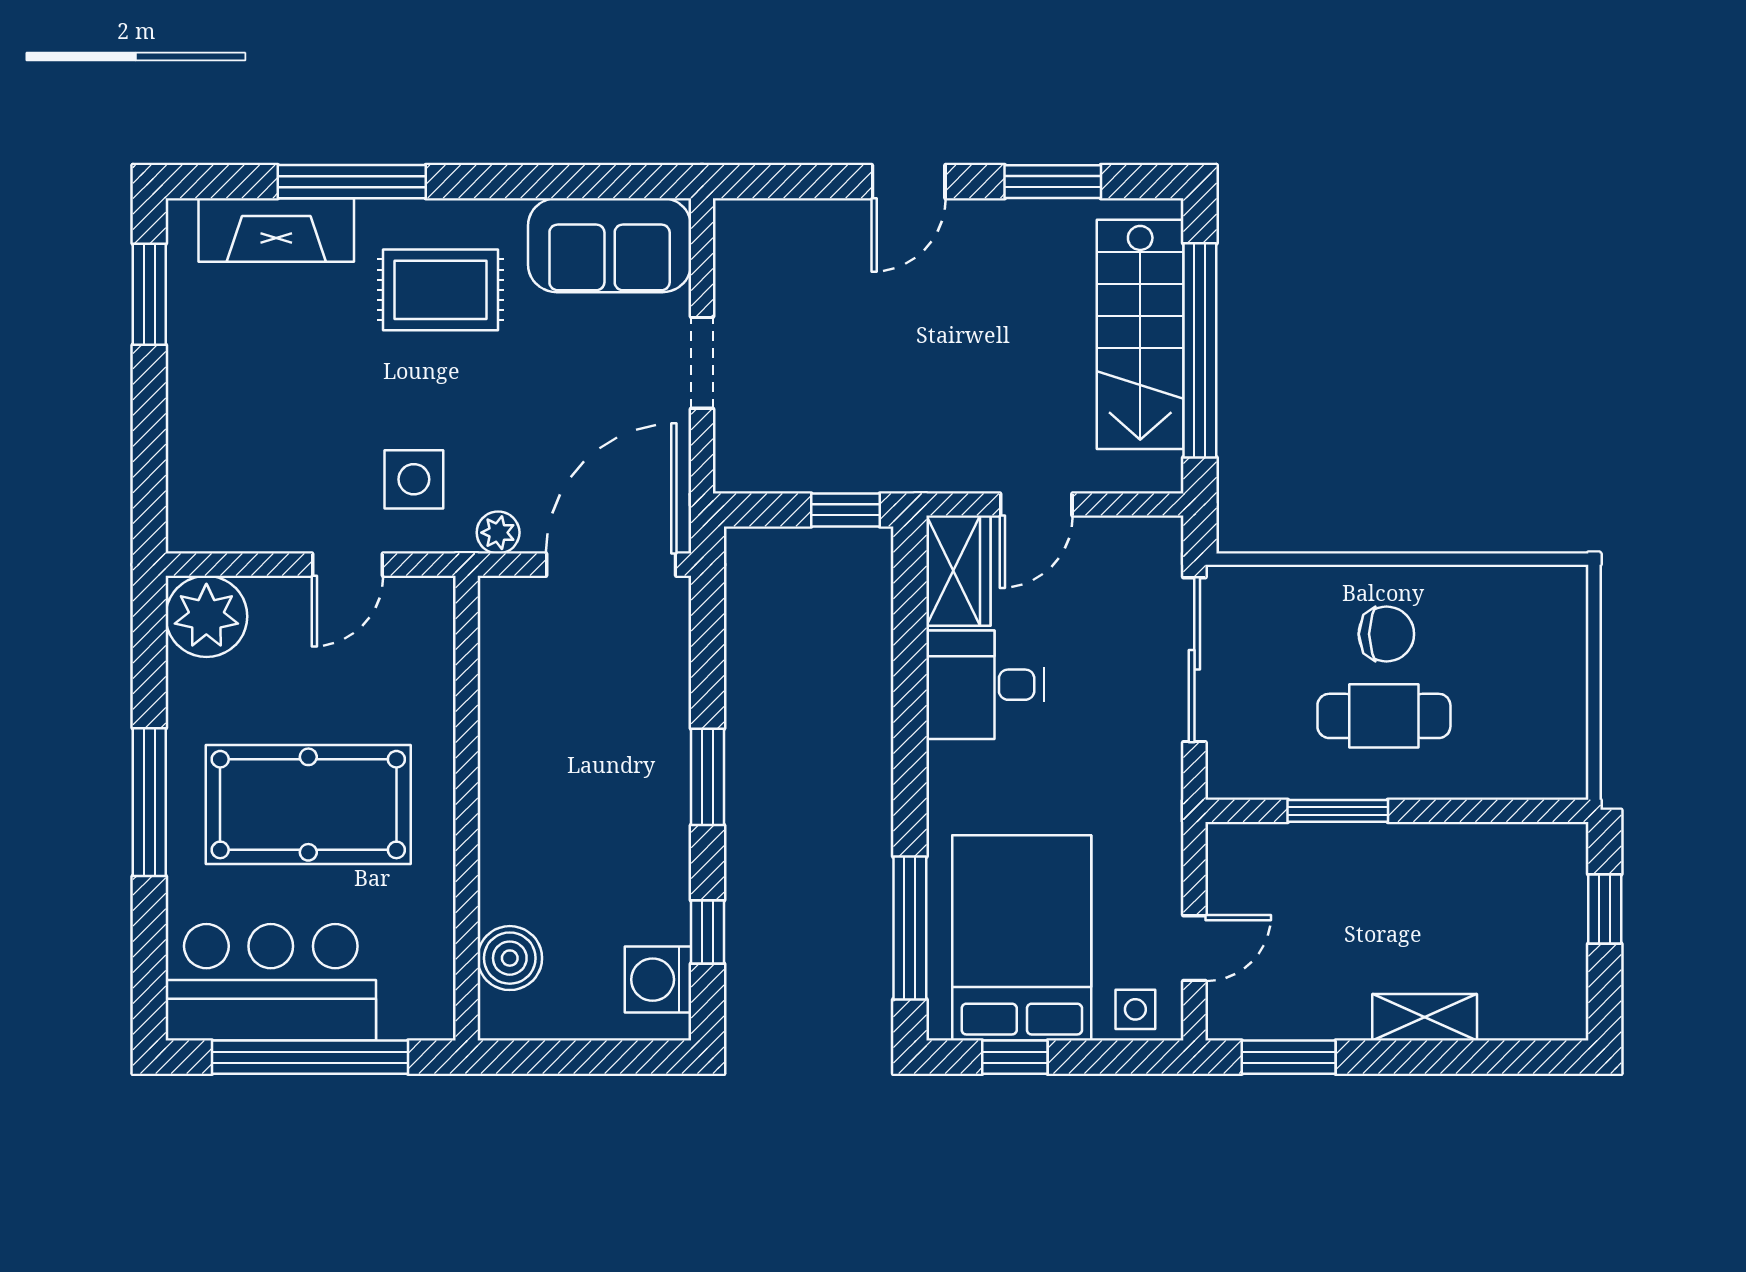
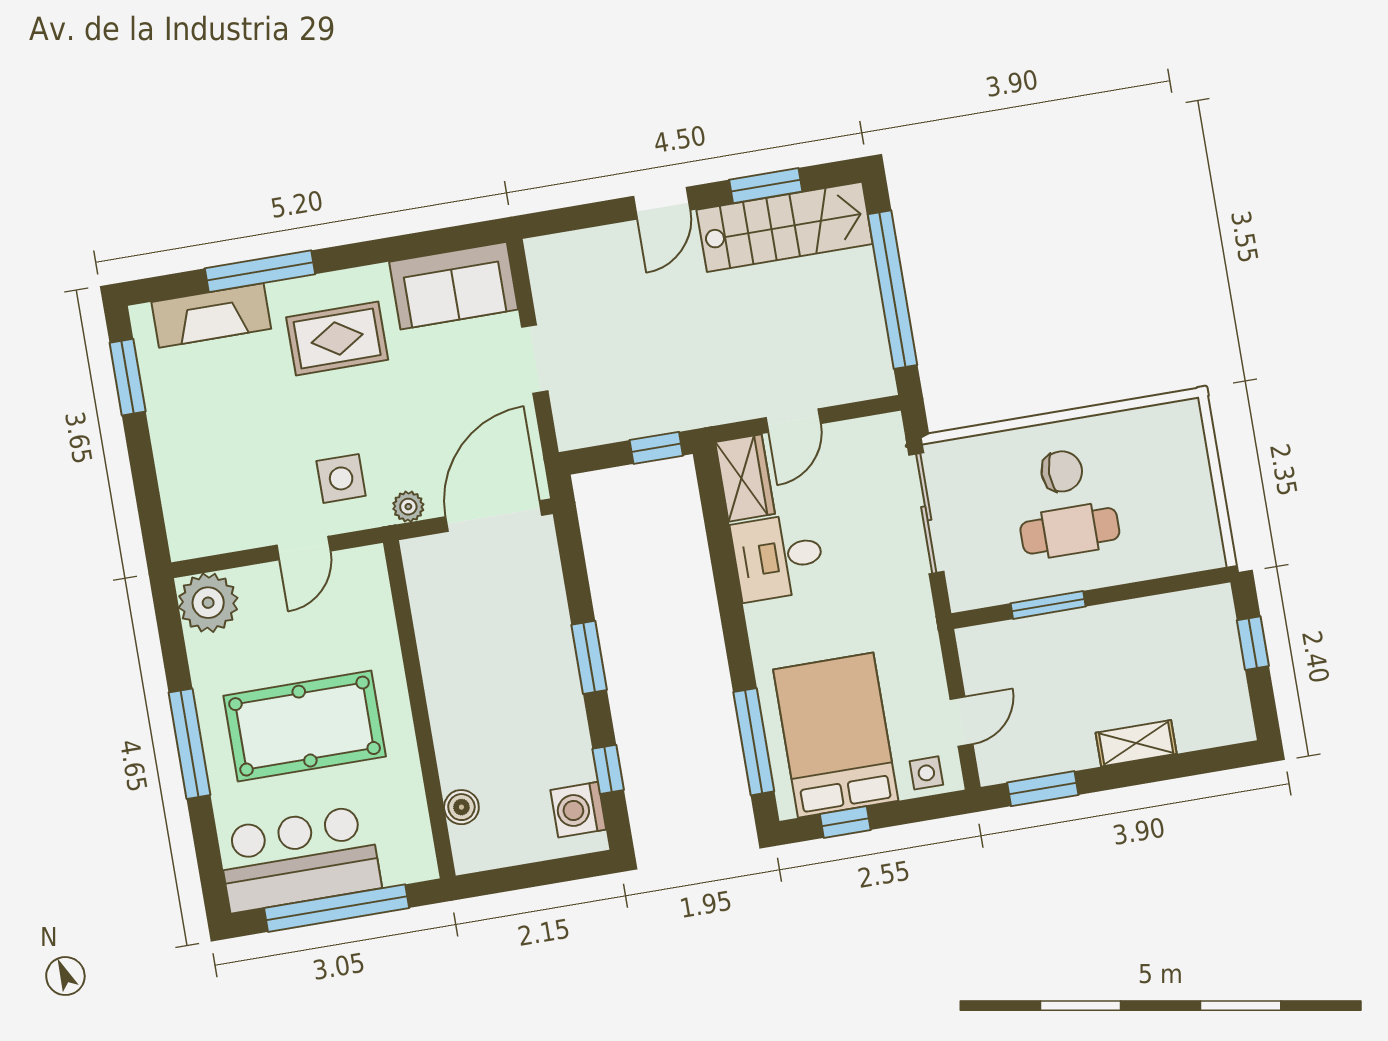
stairs: (1140, 334) -> (785, 227), moved, turned -90
boiler: (510, 958) -> (461, 807), width x0.73, depth x0.73

